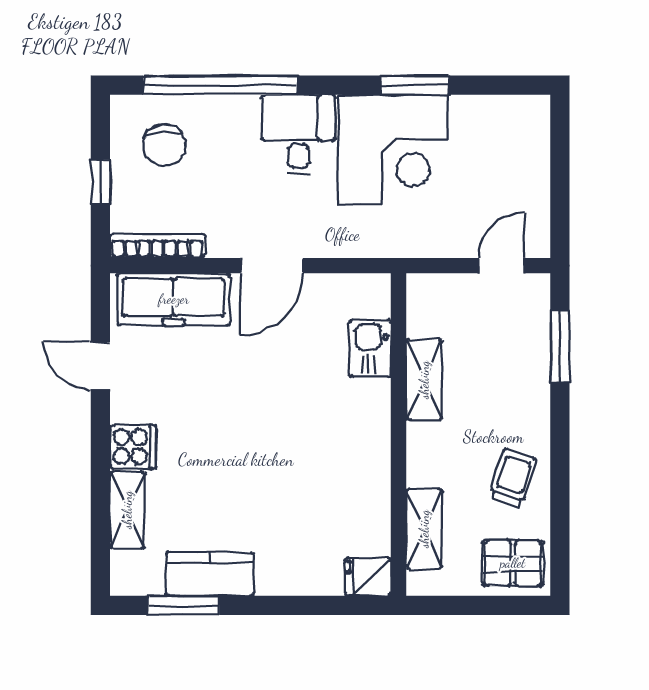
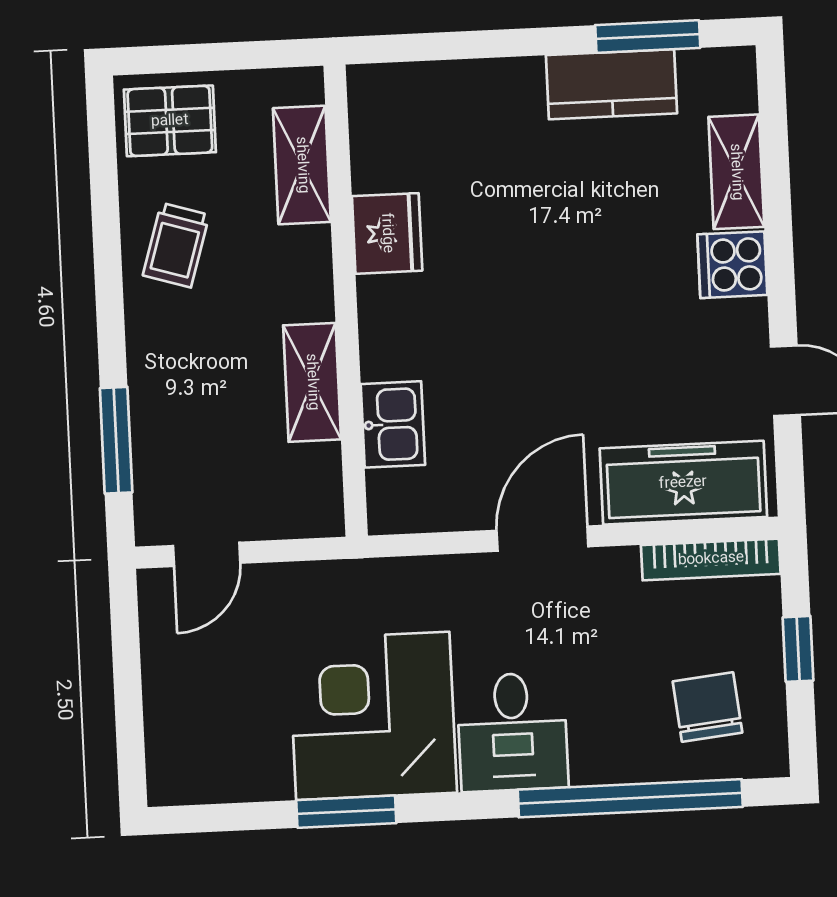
fridge: (368, 577) -> (387, 233), moved, width x1.38

